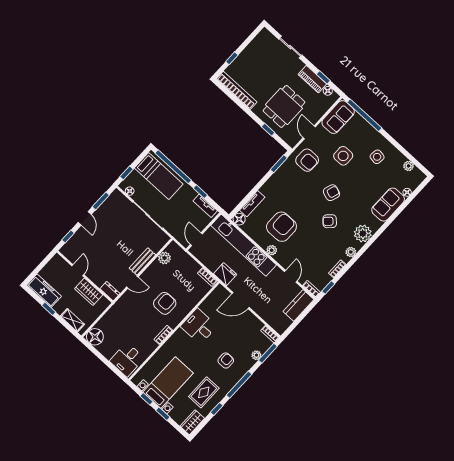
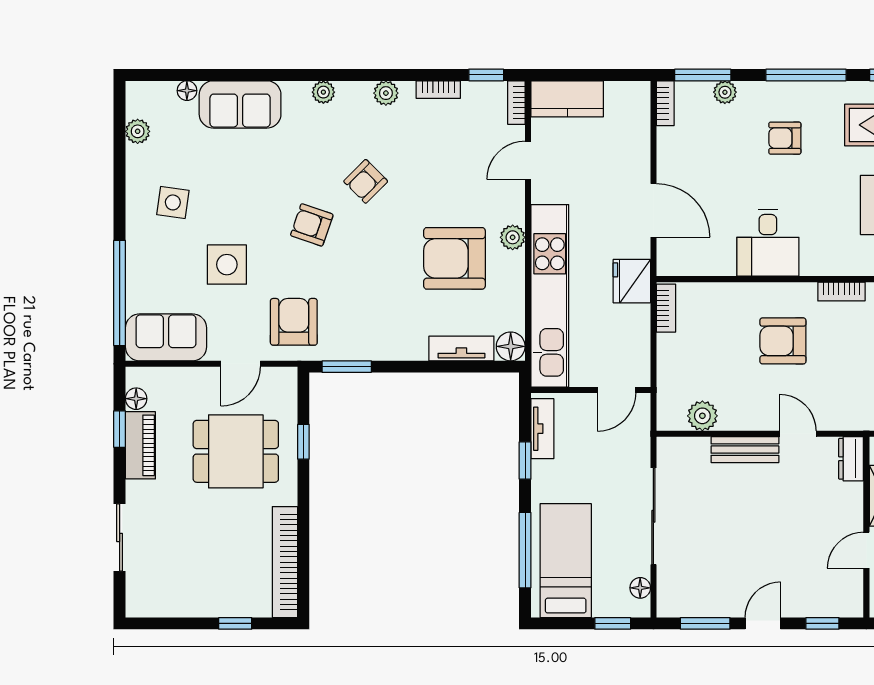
window: (173, 167) -> (525, 550), width x0.68
armchair: (330, 221) -> (366, 181), turned 89
plant: (363, 234) -> (323, 92), width x0.53, depth x0.53

